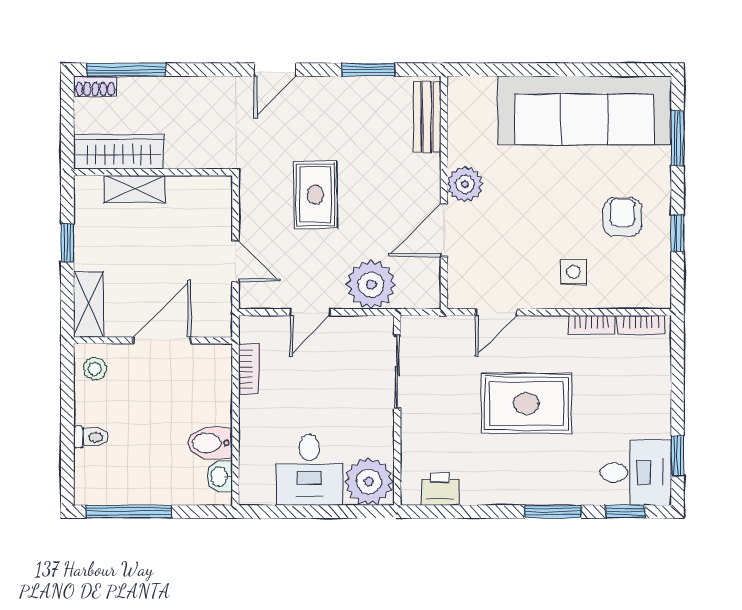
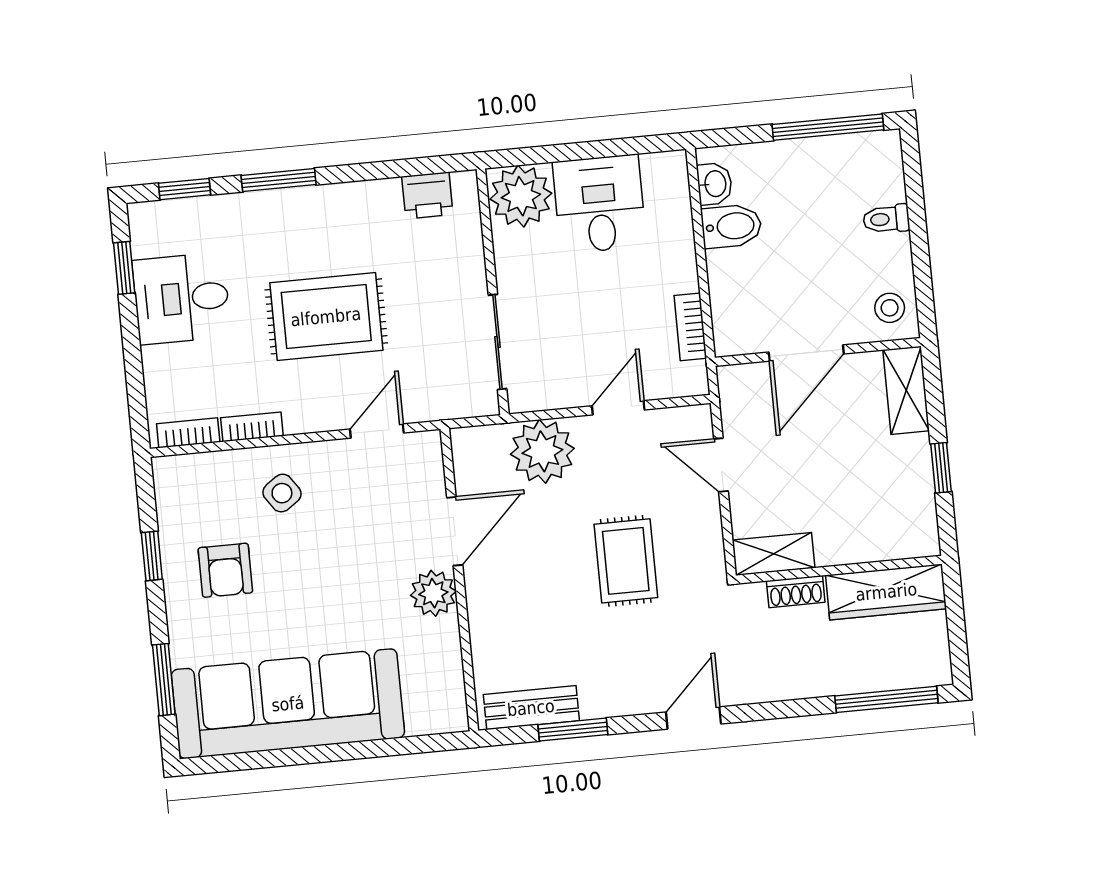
shoe rack: (95, 86) -> (796, 592), moved, turned 180
bench: (427, 117) -> (531, 708), moved, turned 90
shelving: (135, 189) -> (774, 554), moved
side table: (573, 272) -> (282, 493), turned -35
desk: (636, 472) -> (182, 298), moved

